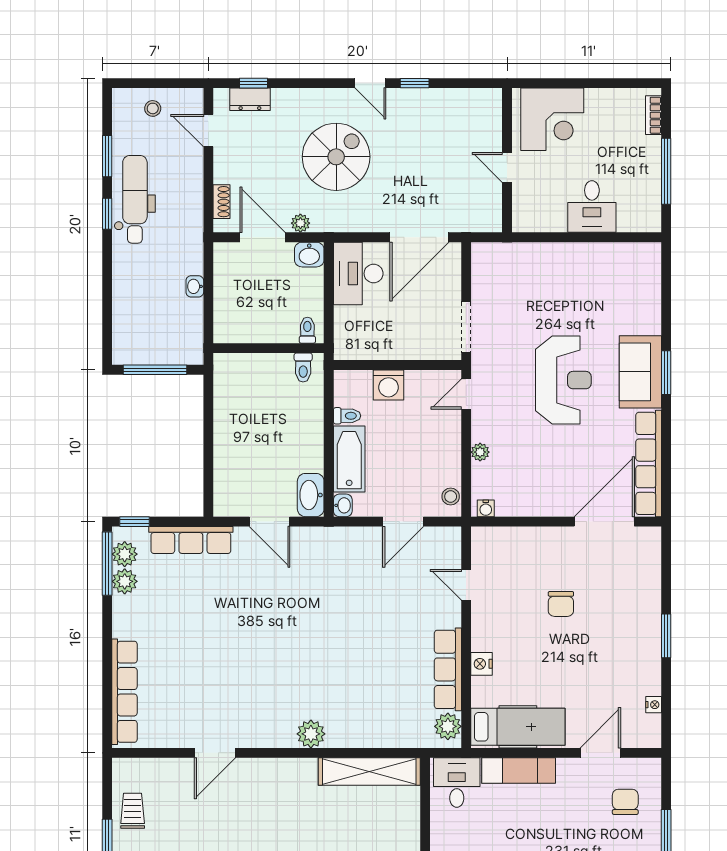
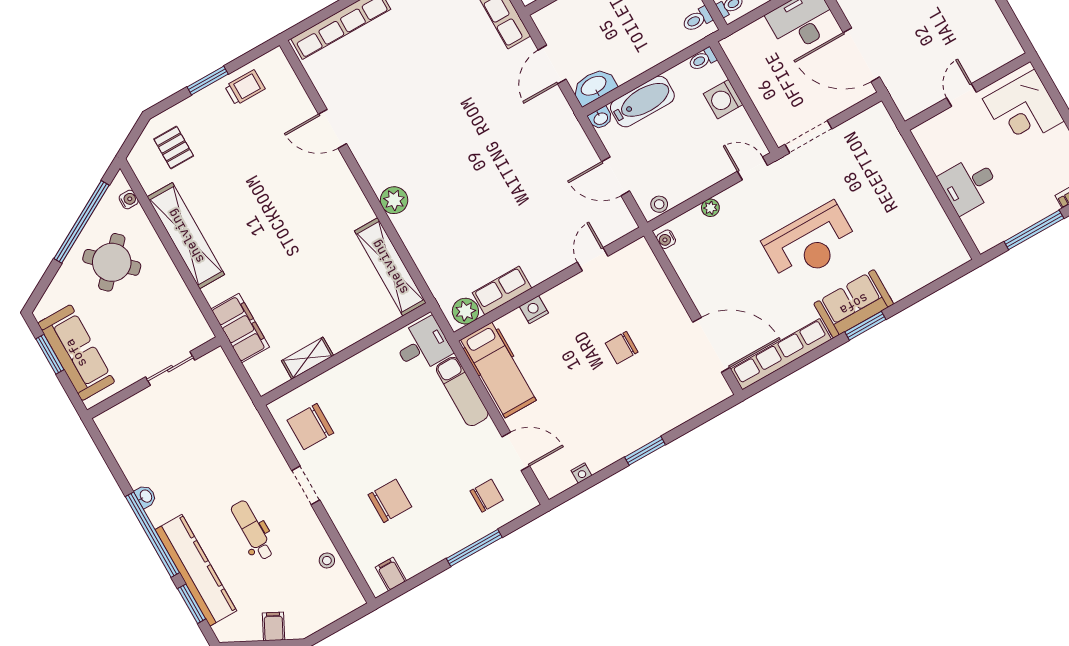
toilet: (347, 416) -> (702, 59), moved, turned 90
row of seats: (448, 669) -> (502, 291), width x0.68

